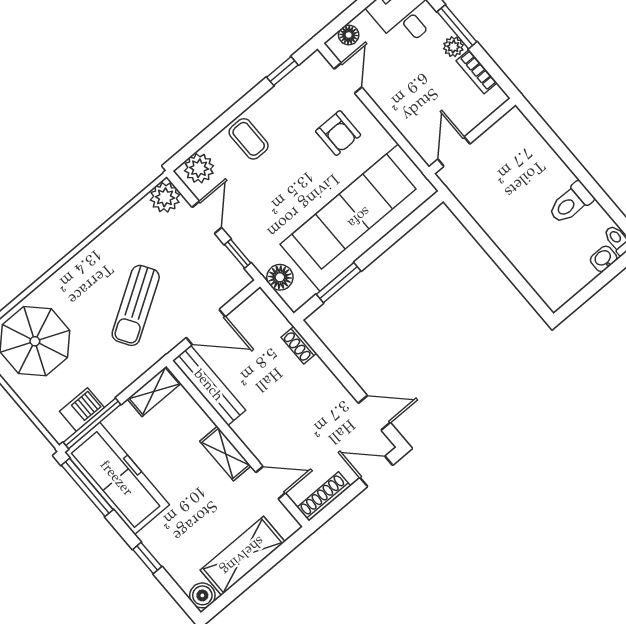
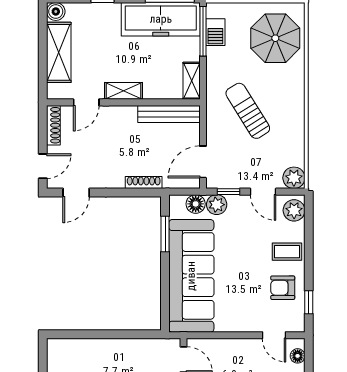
armchair: (338, 133) -> (283, 288), moved
plant: (262, 255) -> (217, 205), added
door: (206, 327) -> (203, 162), moved
shoe rack: (299, 345) -> (144, 183), width x1.43

